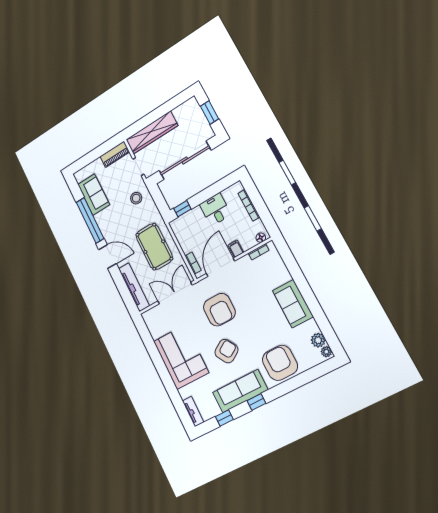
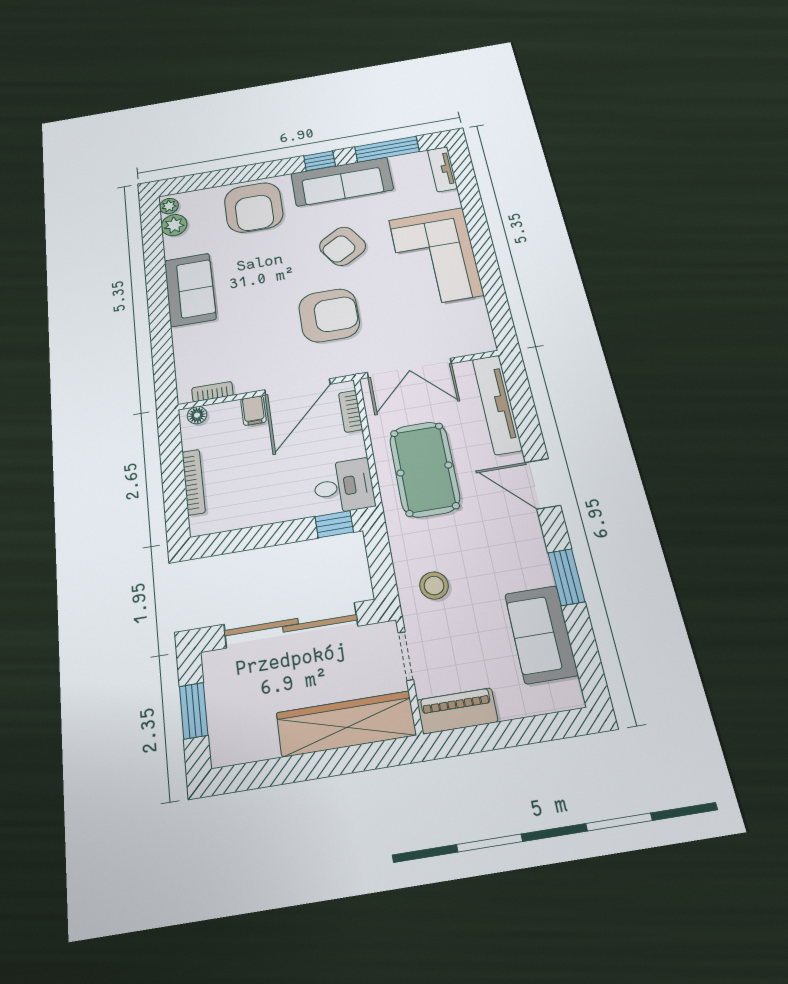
desk: (215, 210) -> (344, 486), moved, turned -90
window: (90, 220) -> (566, 577), width x0.47
armchair: (219, 310) -> (329, 315), turned 90
window: (224, 418) -> (387, 149), width x2.17

